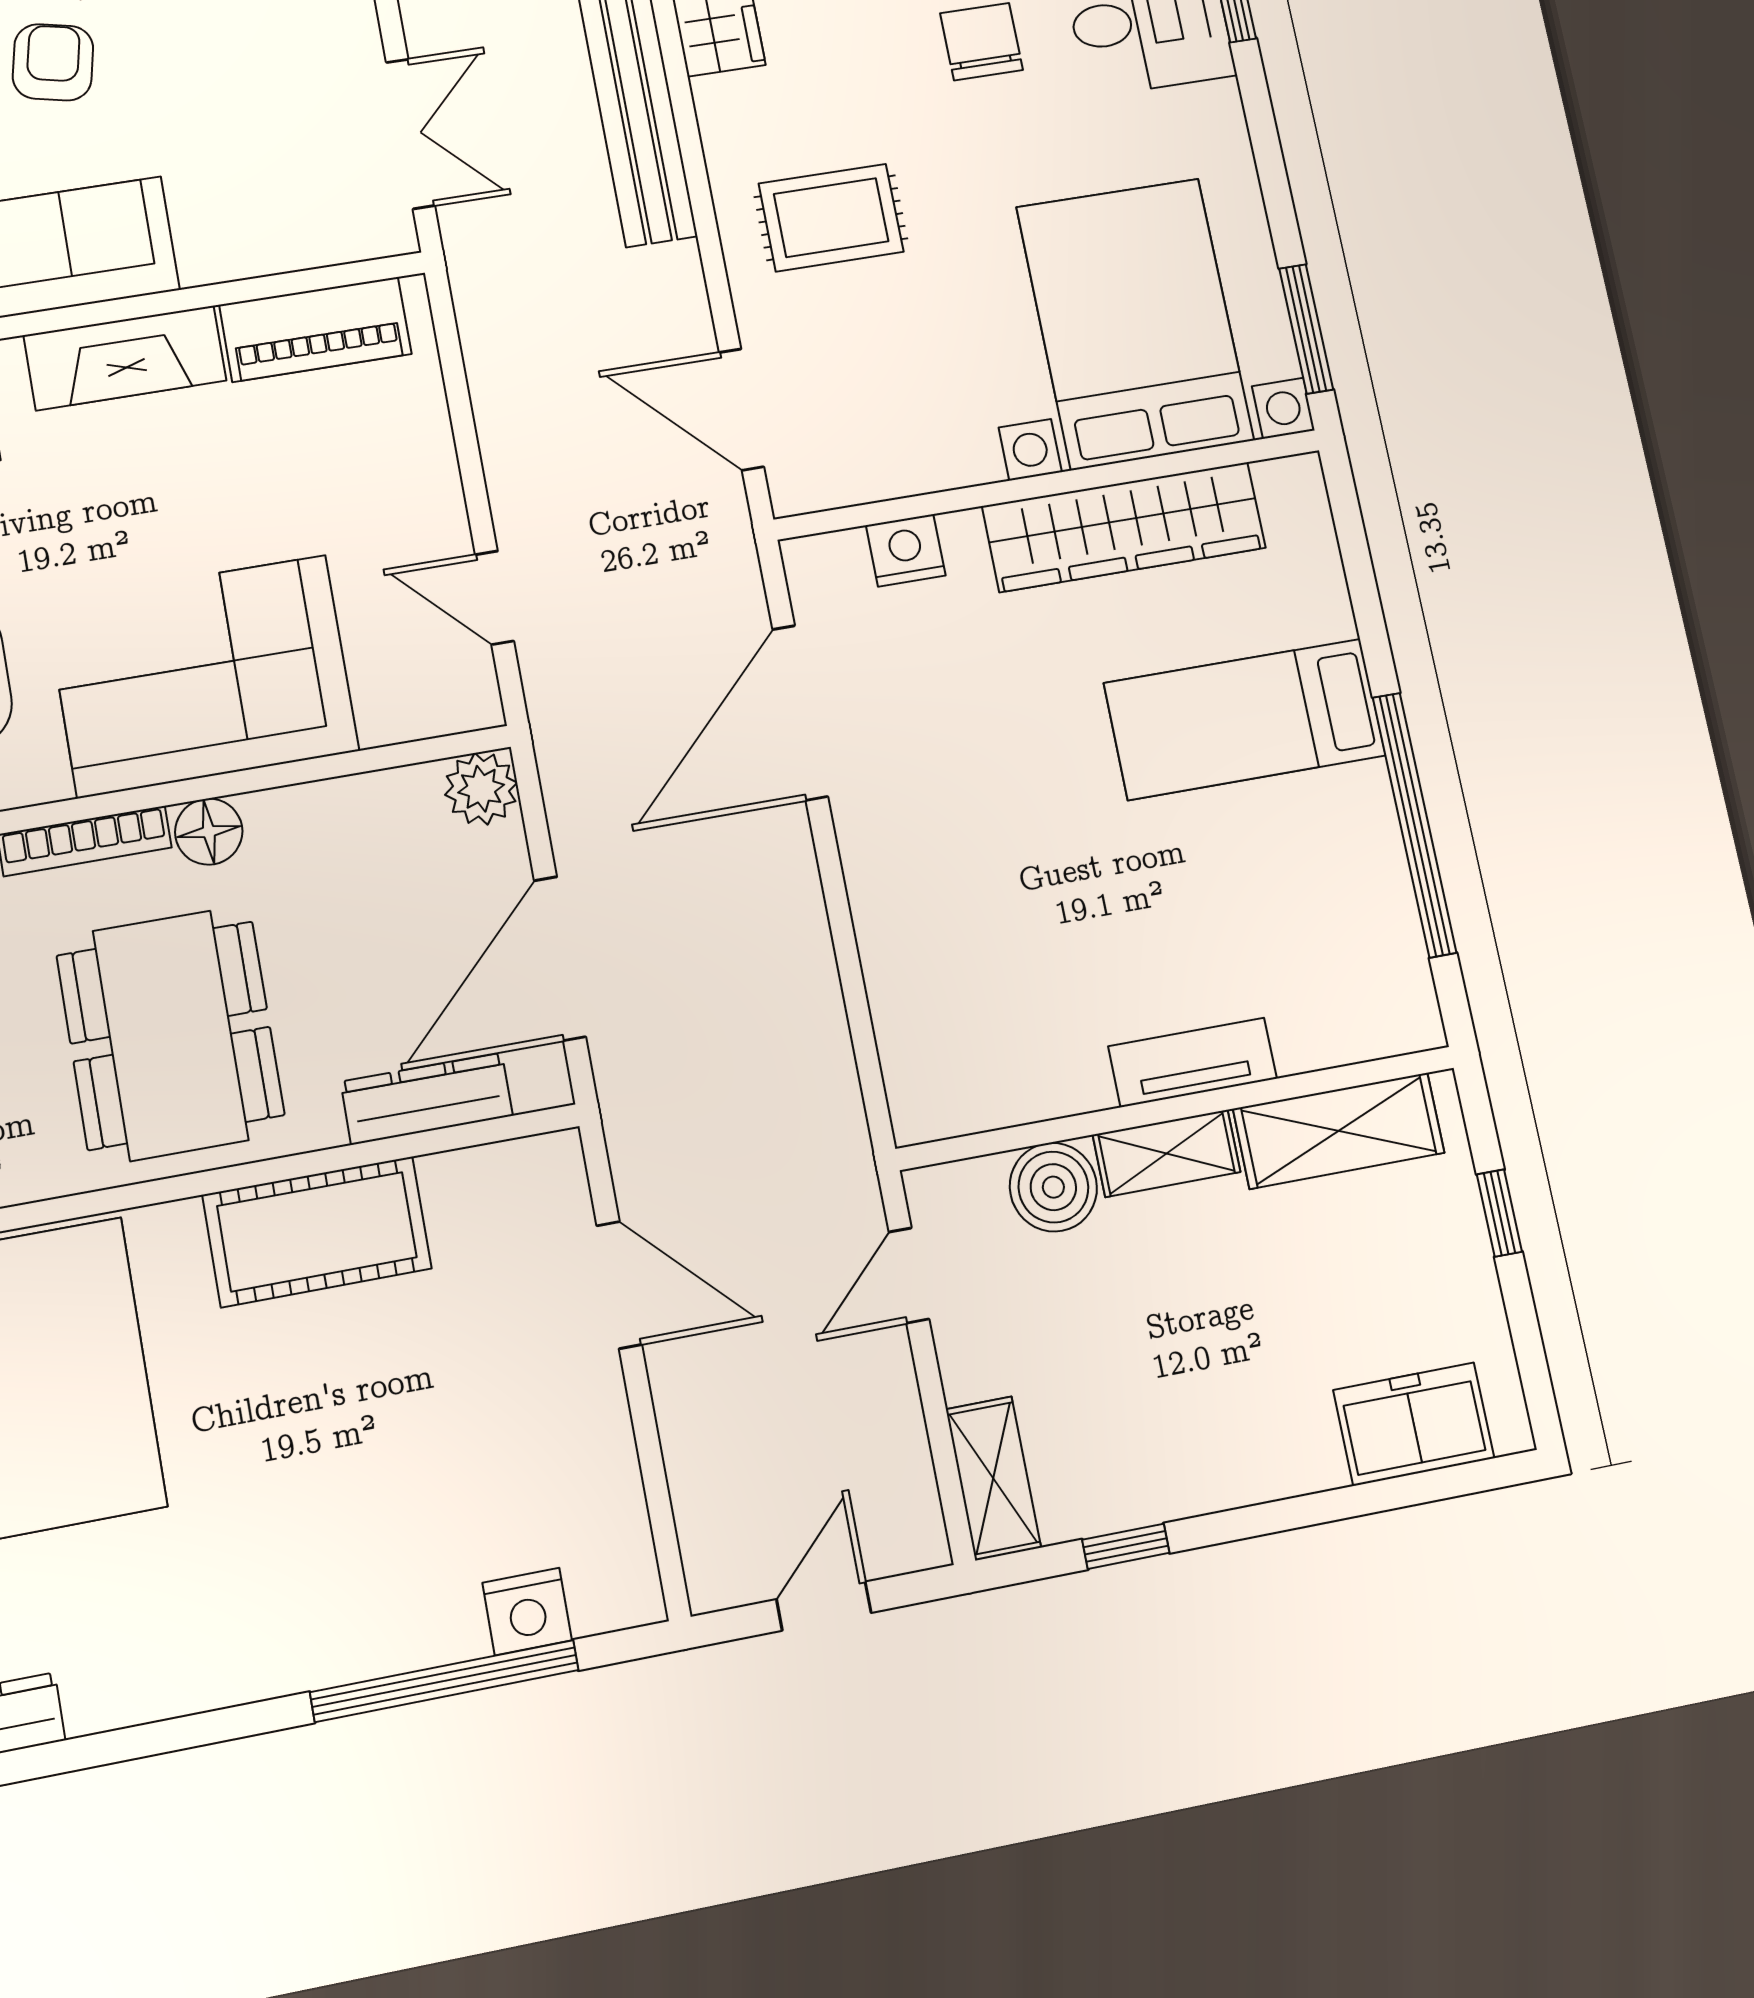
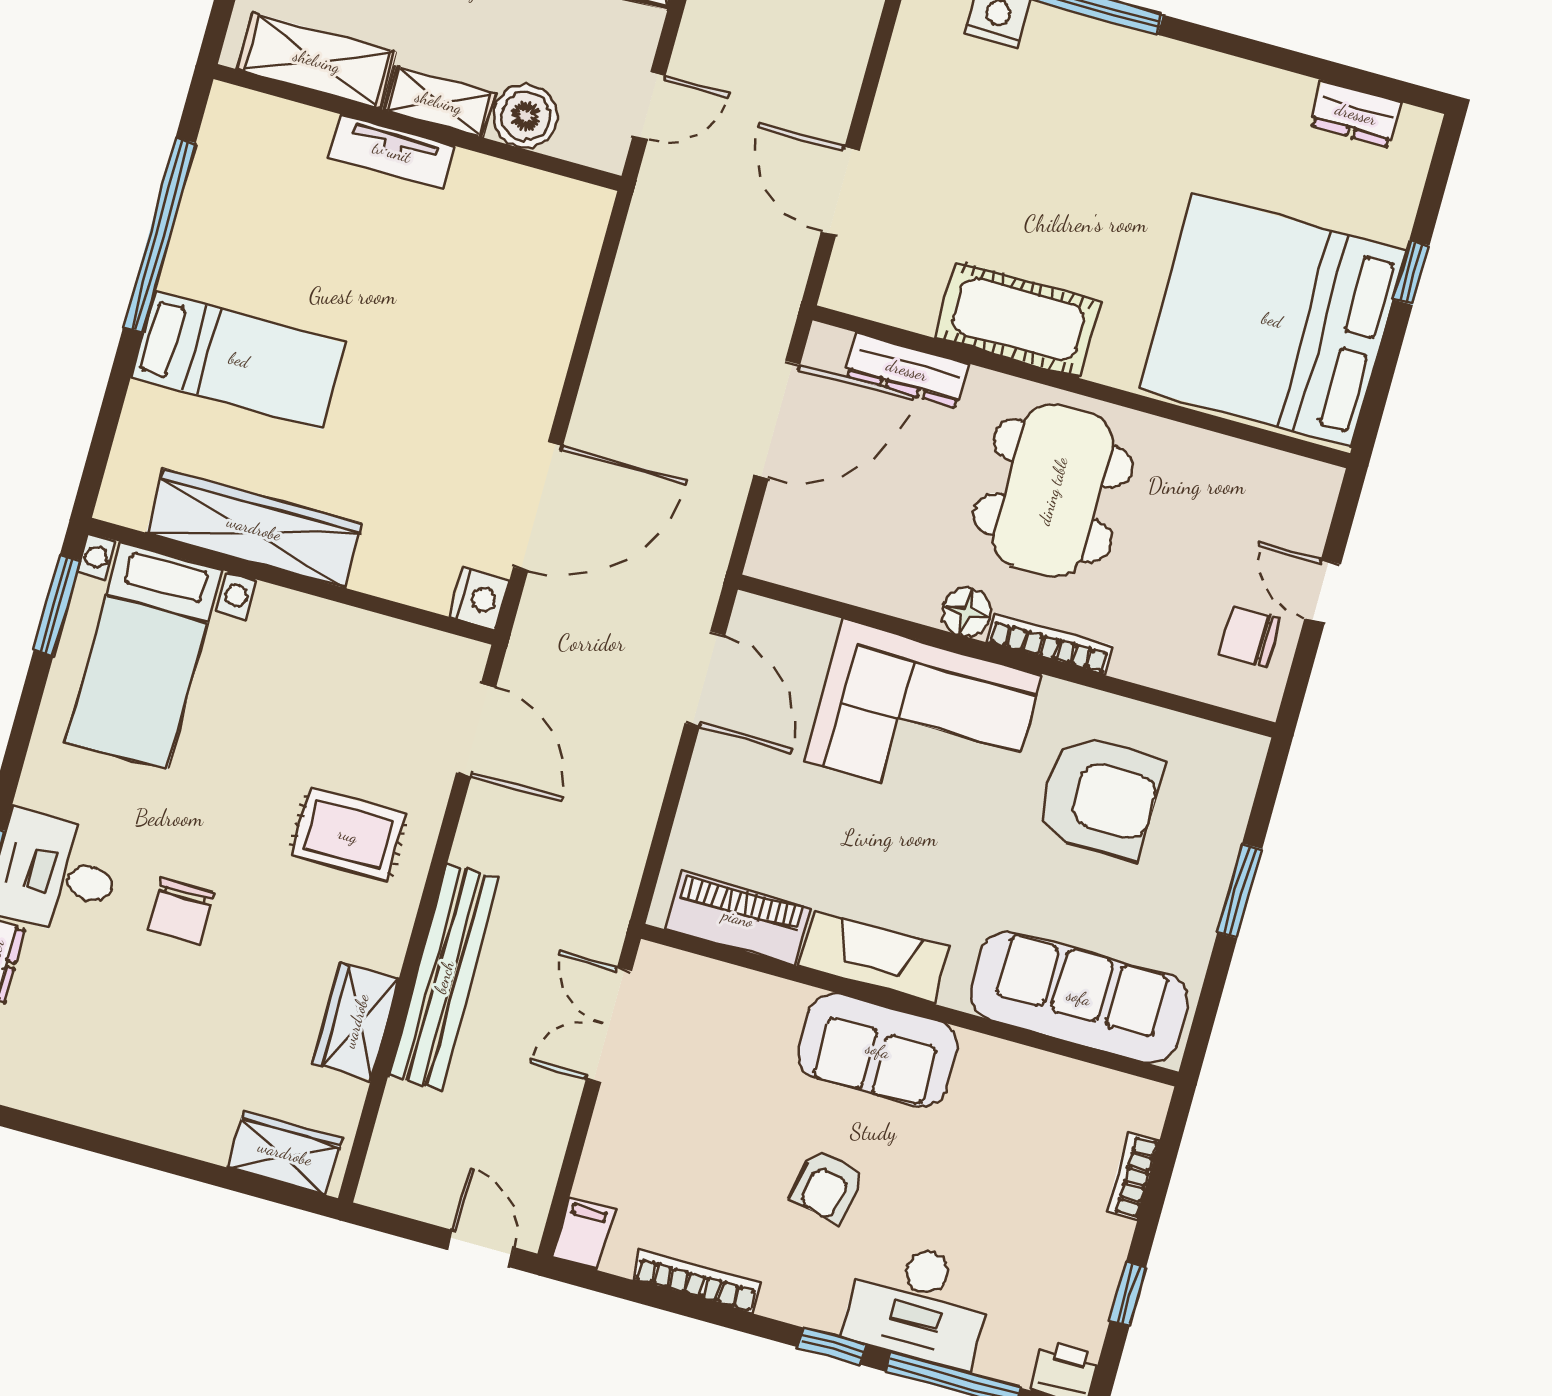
bed with nightstands: (1135, 323) -> (144, 656), width x0.73
nightstand: (906, 550) -> (480, 599), moved, turned -90
door: (495, 598) -> (705, 679), width x1.38
plant: (481, 789) -> (775, 556), removed

